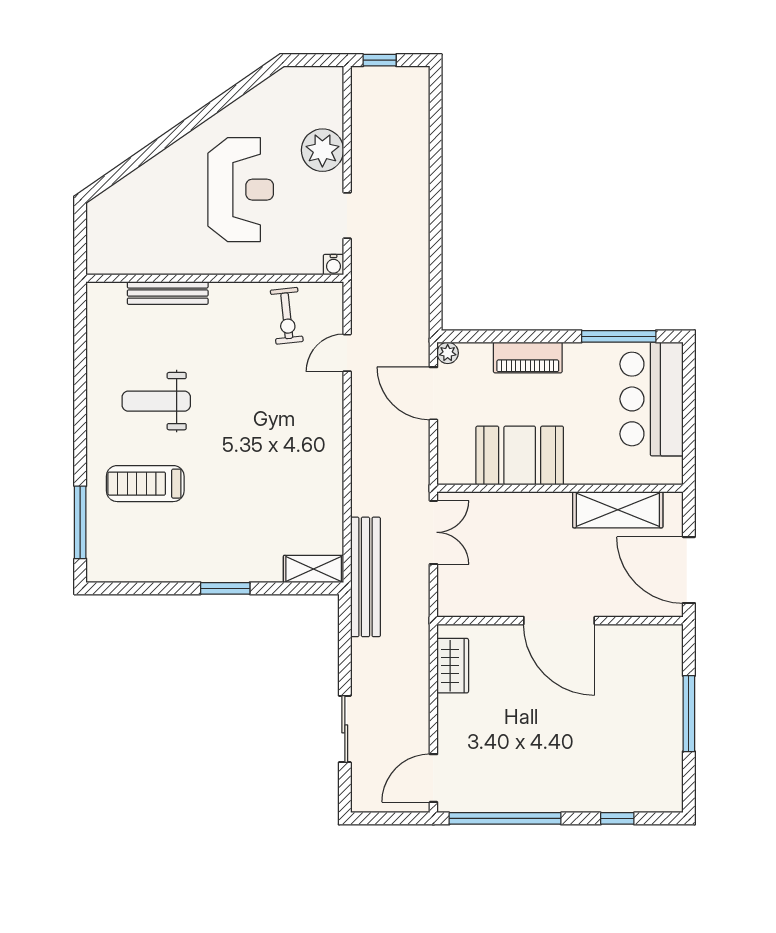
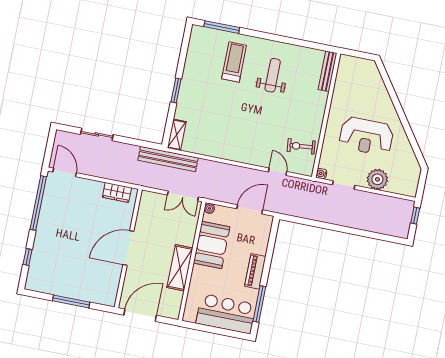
bench: (168, 293) -> (328, 71), moved
plant: (448, 353) -> (210, 208), moved
piano: (528, 357) -> (255, 271), moved
shelving: (618, 510) -> (180, 268), moved

